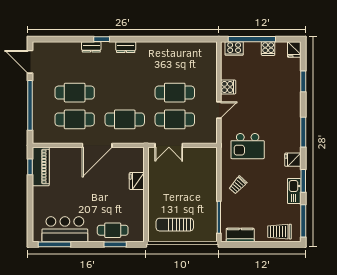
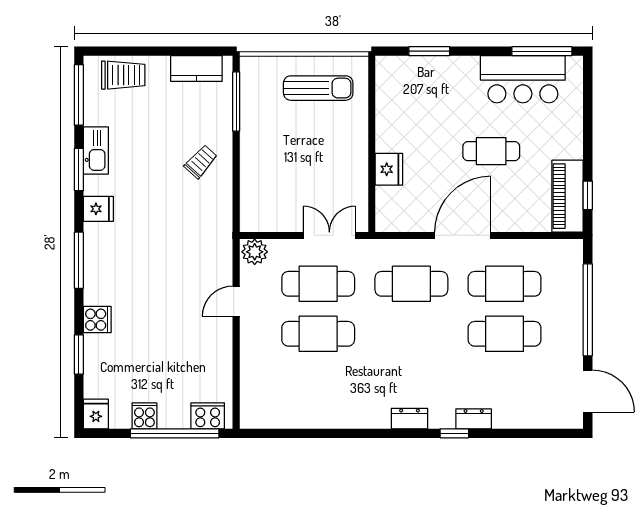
cooker: (228, 87) -> (97, 320), moved, turned 180
plant: (209, 137) -> (255, 252), added
kitchen island: (248, 146) -> (183, 234), removed
cafe table: (113, 230) -> (491, 151), moved

